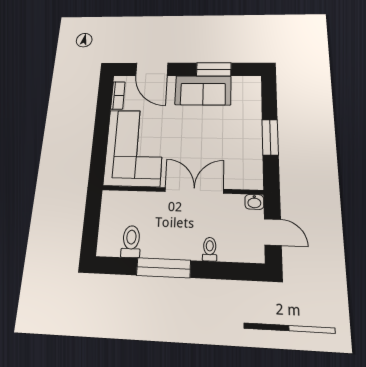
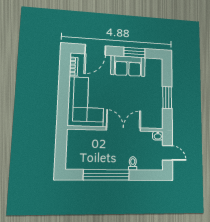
door: (152, 69) -> (95, 50), hinge flipped
toilet: (131, 242) -> (86, 160), removed
window: (164, 268) -> (106, 175), width x1.46

